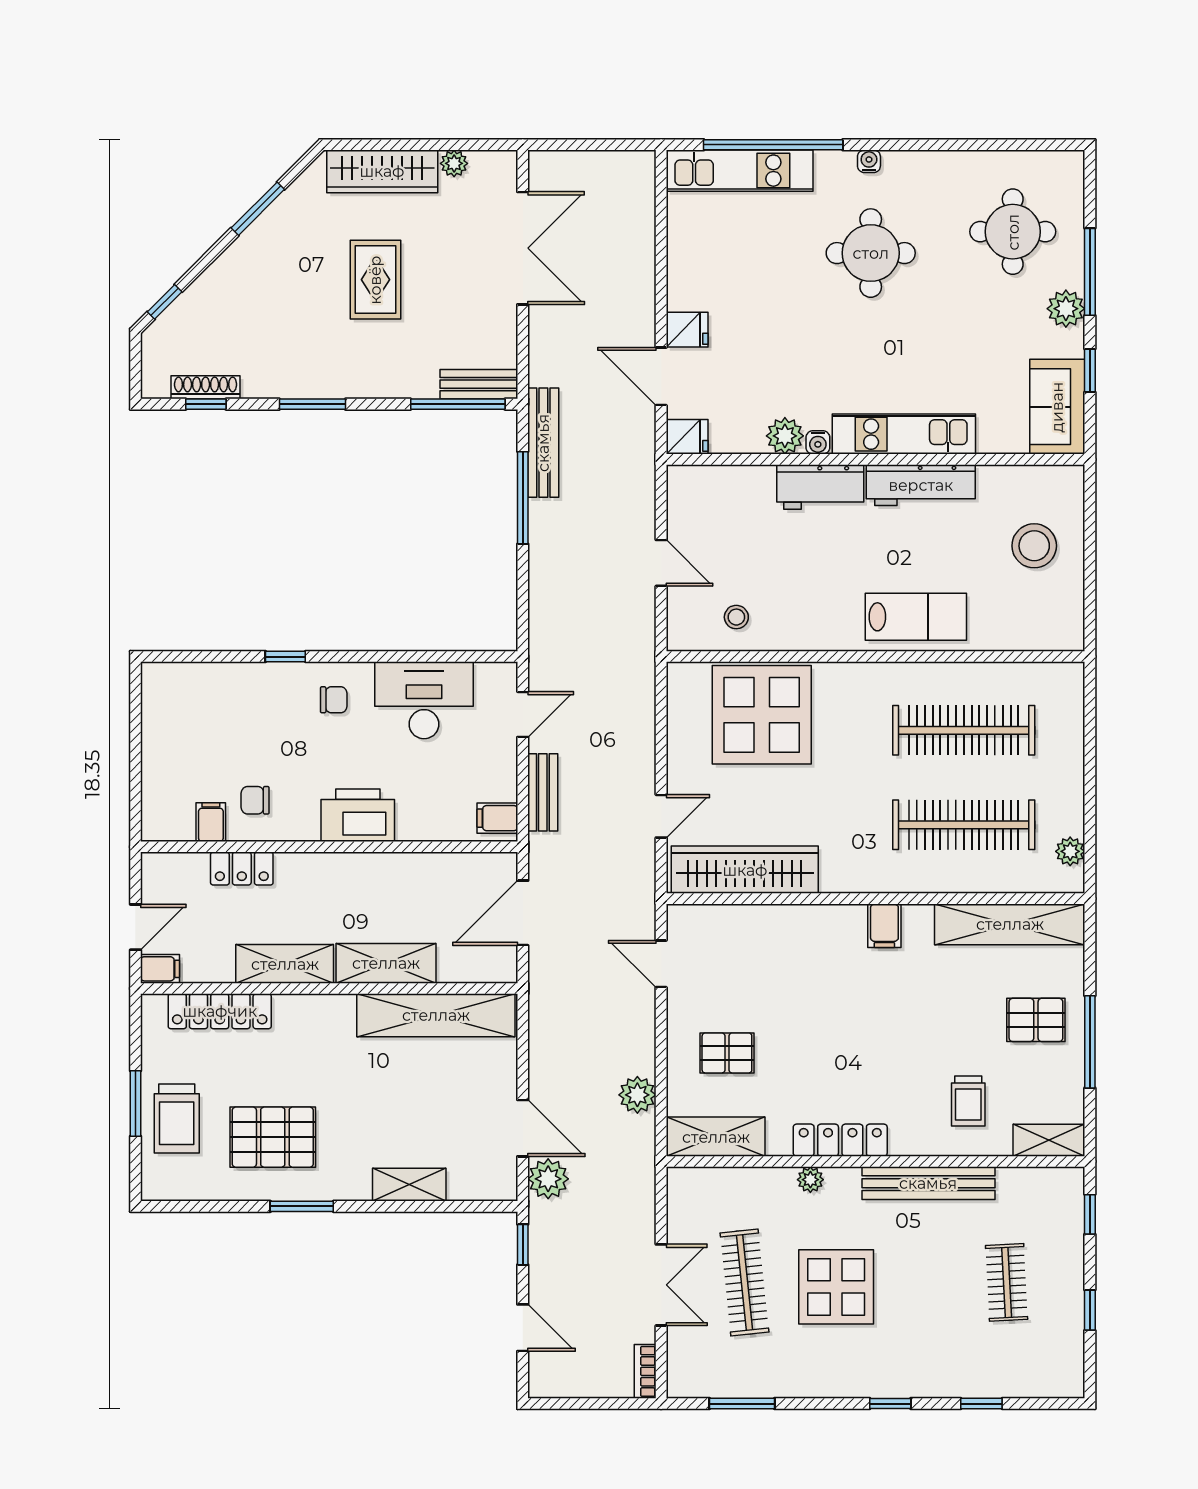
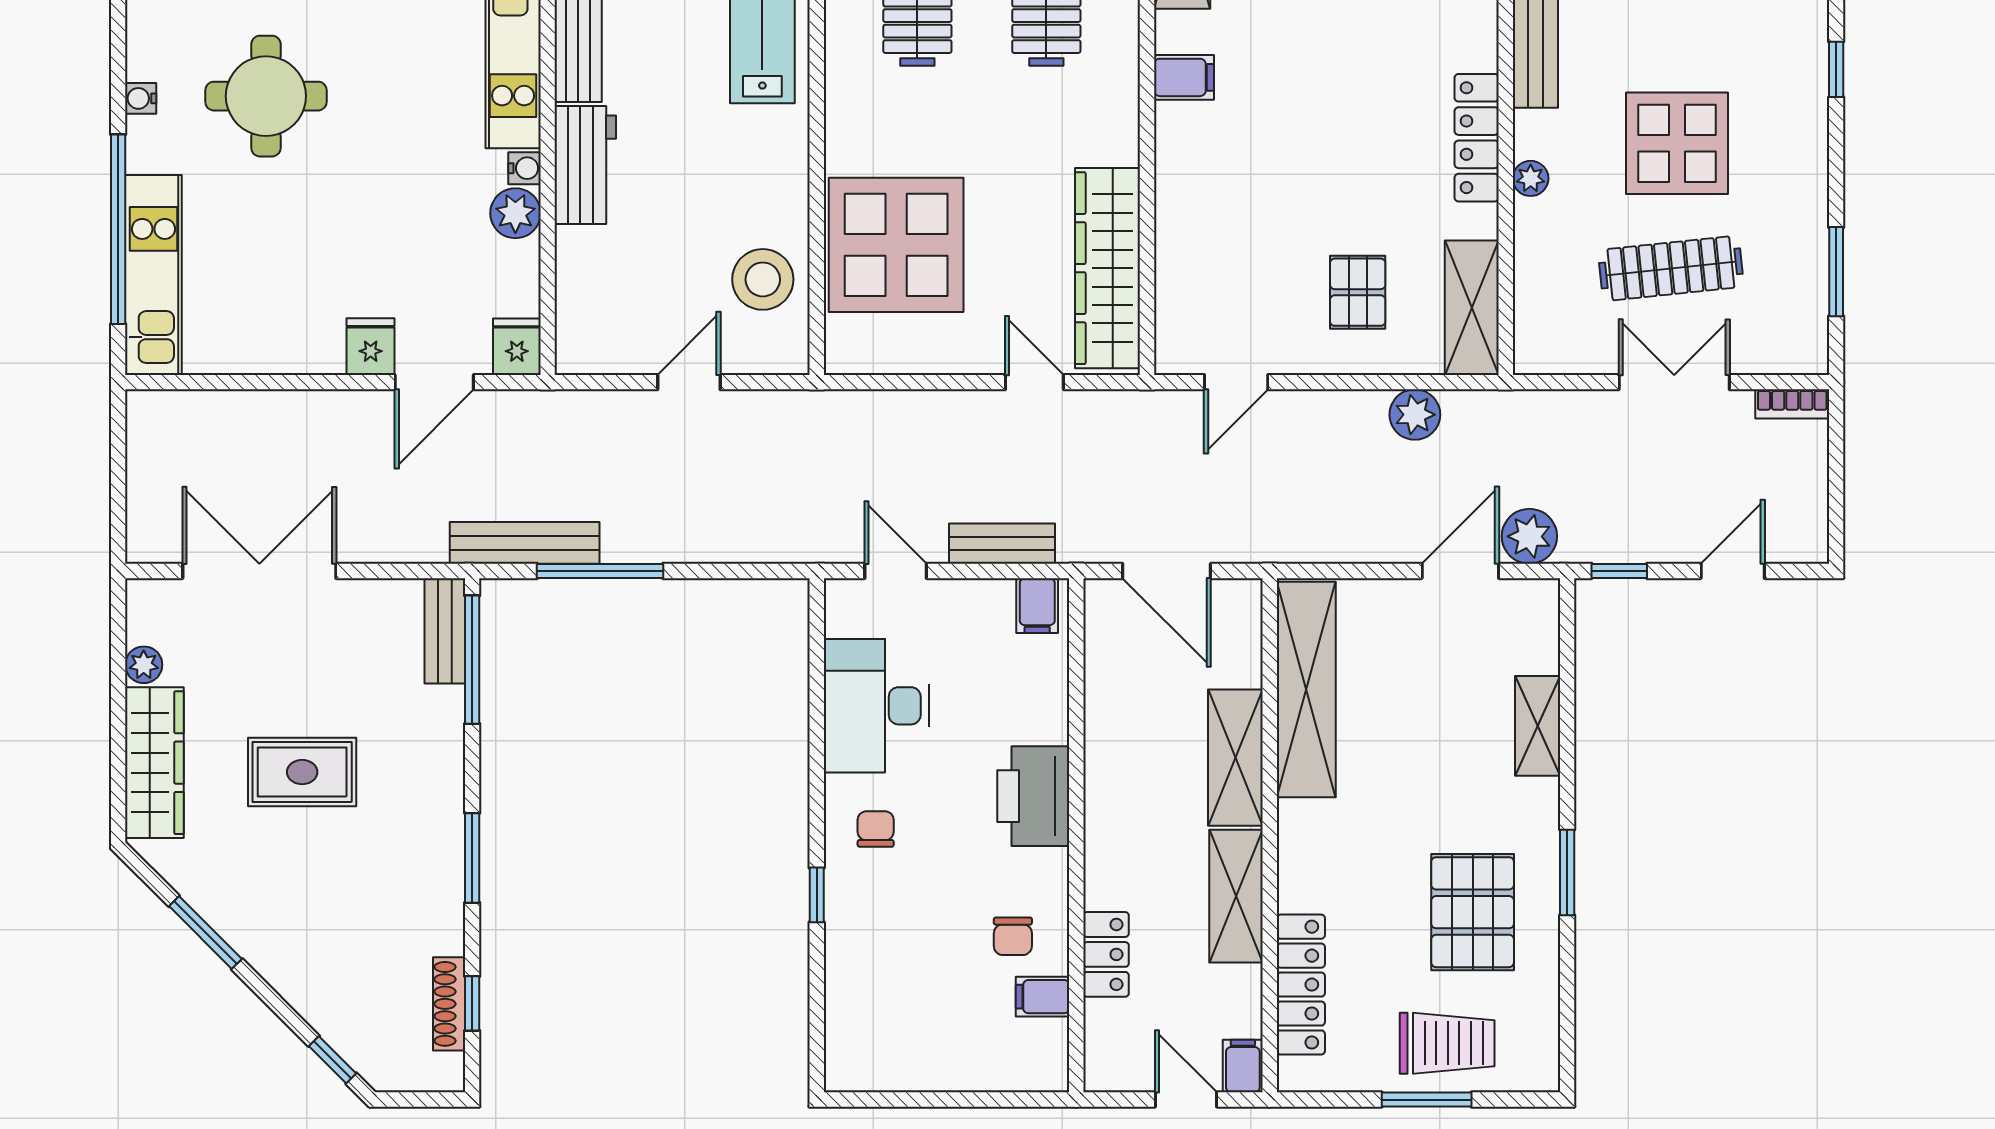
stool: (736, 617) -> (763, 279), width x1.89, depth x1.89

